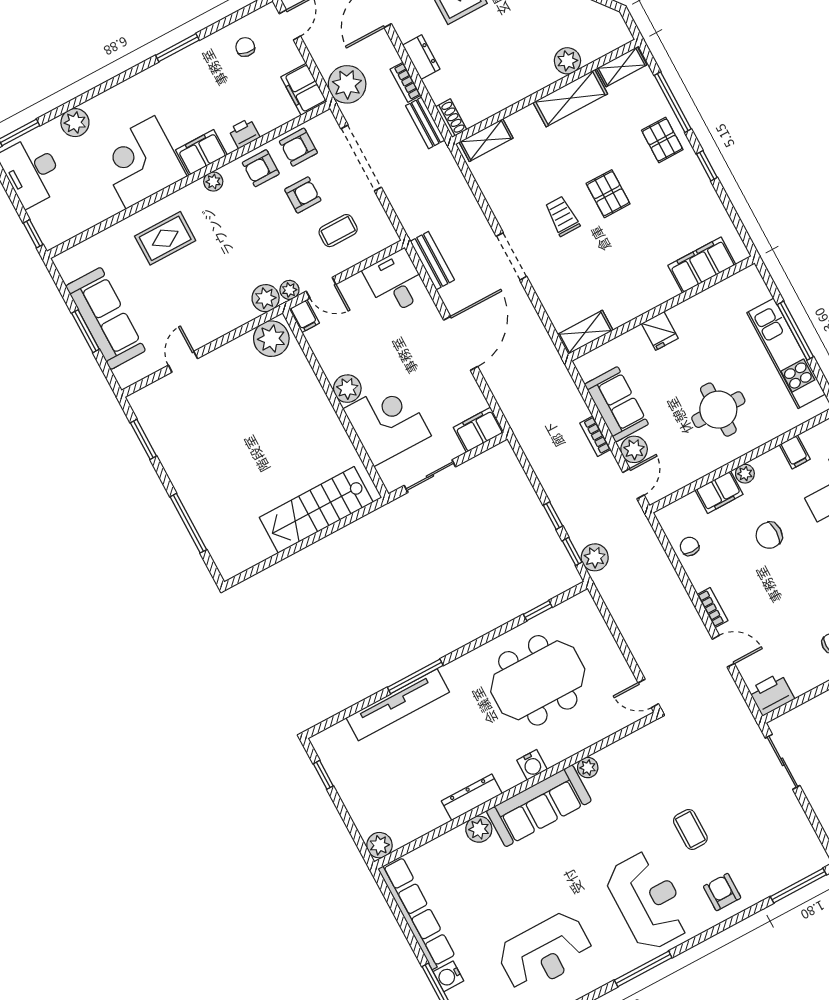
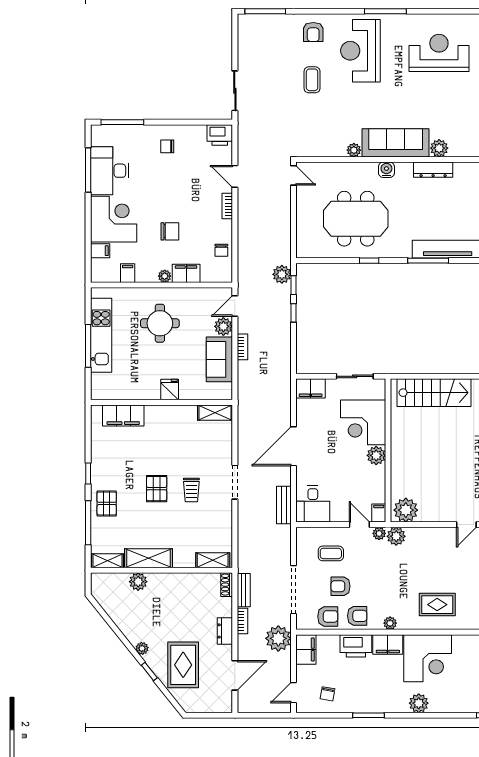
plant: (75, 123) -> (419, 703), moved
printer: (244, 133) -> (356, 646), width x1.87, depth x1.48
window: (538, 611) -> (369, 261), moved

